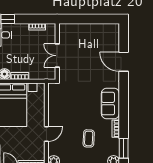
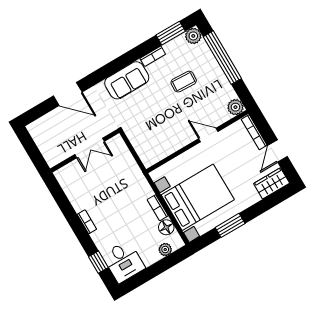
wall: (57, 51) -> (85, 151), moved
double door: (57, 56) -> (90, 148), moved
door: (124, 62) -> (68, 94), hinge flipped

